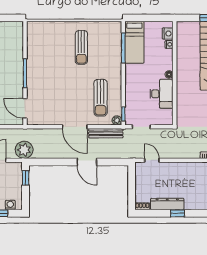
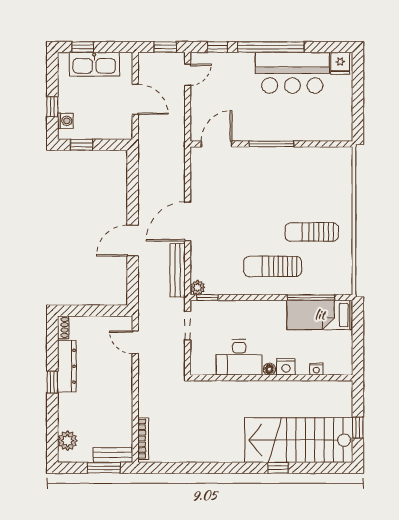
nightstand: (168, 34) -> (286, 367), moved
sun lounger: (101, 98) -> (273, 266), moved
plant: (24, 150) -> (152, 143), removed
door: (152, 160) -> (135, 342), swing flipped
window: (26, 178) -> (82, 145), moved

